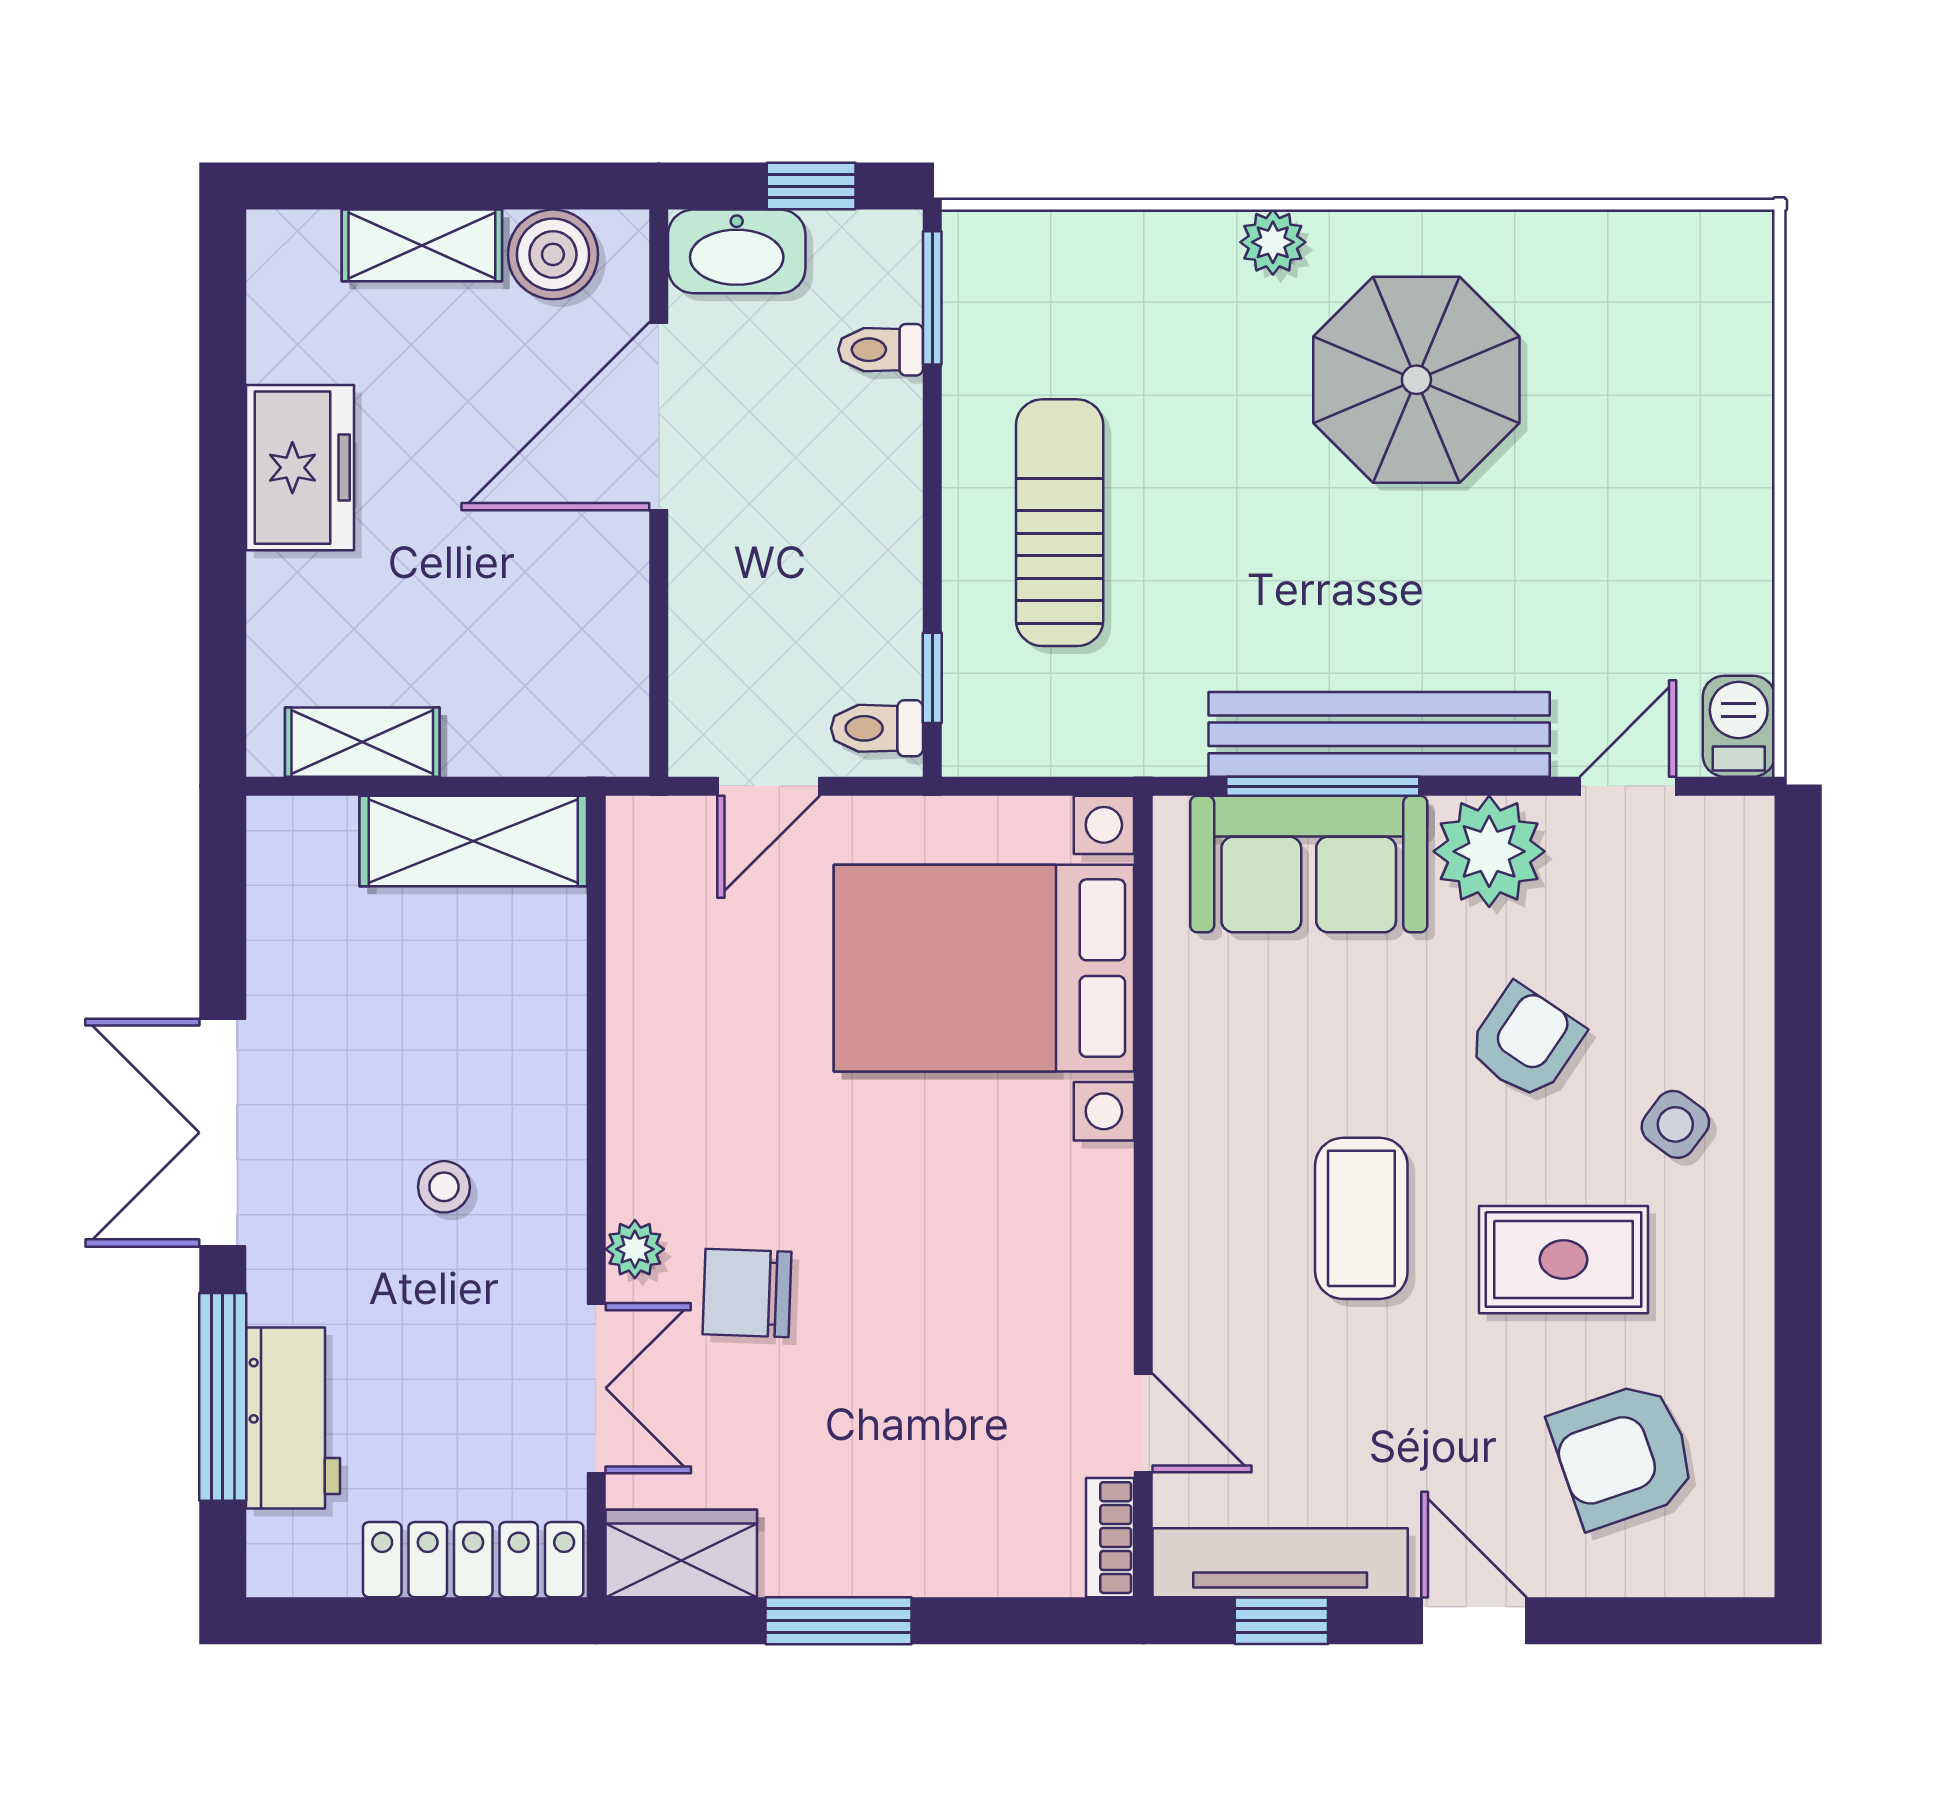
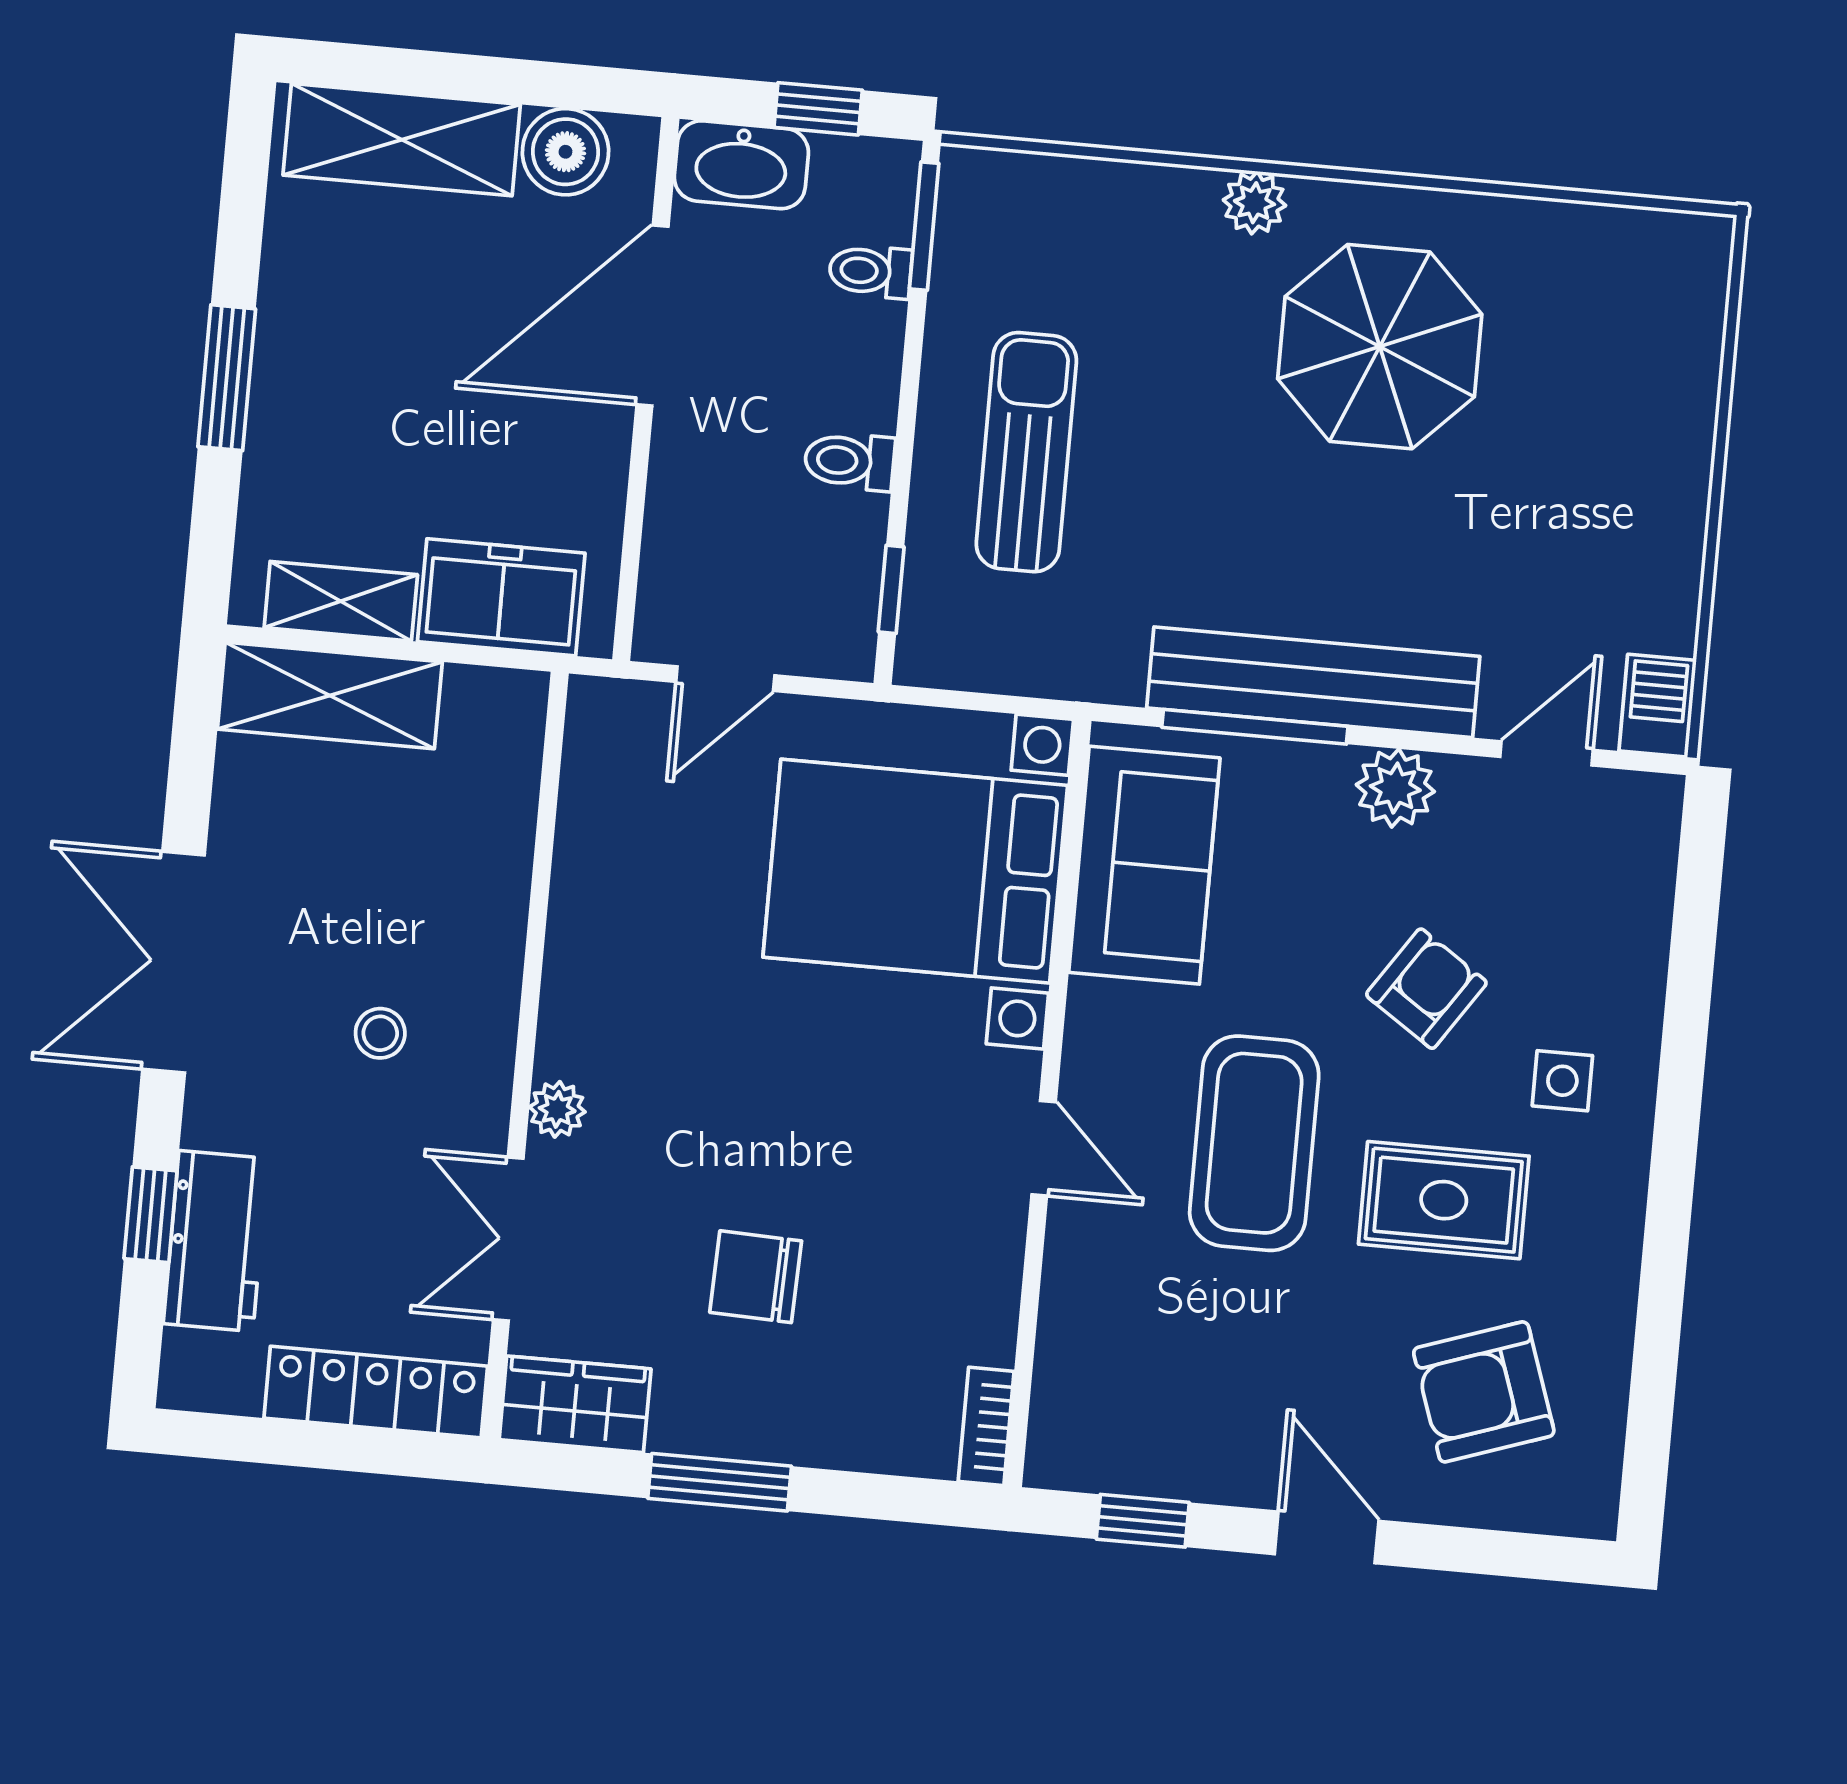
shelving: (422, 245) -> (402, 140), width x1.50, depth x1.33
freezer: (300, 468) -> (501, 597), moved, turned -90
window: (223, 521) -> (227, 378), added
toilet: (877, 728) -> (850, 461), moved
shelving: (473, 841) -> (330, 695), moved
plant: (1489, 851) -> (1395, 788), width x0.73, depth x0.73
sofa: (1309, 864) -> (1144, 865), moved, turned -90
side table: (1675, 1124) -> (1562, 1081), turned -37
coffee table: (1361, 1218) -> (1254, 1143), width x1.36, depth x1.32
chair: (747, 1293) -> (756, 1277), moved
double door: (596, 1388) -> (508, 1239), swing flipped
window: (223, 1397) -> (151, 1215), width x0.46
door: (1143, 1423) -> (1044, 1148), moved
tv unit: (1280, 1563) -> (1147, 1465), removed

